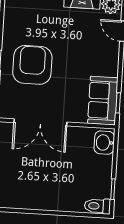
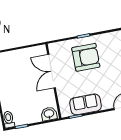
sofa: (103, 101) -> (85, 104), moved

